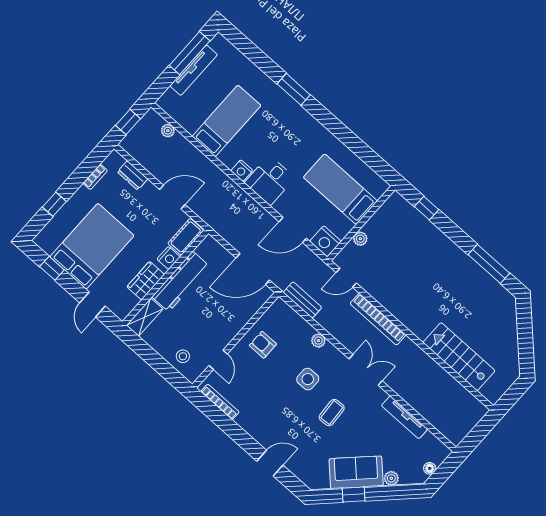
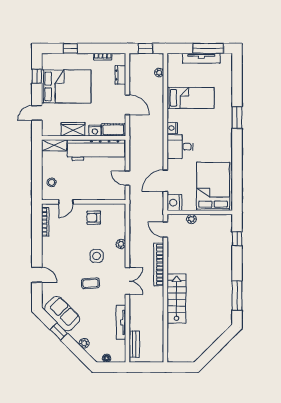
bed: (340, 189) -> (213, 186), width x1.50
door: (293, 230) -> (165, 181), hinge flipped
door: (253, 269) -> (127, 178), width x0.53
workbench: (181, 282) -> (96, 150), width x1.36, depth x1.32
bench: (302, 300) -> (134, 344), moved
armchair: (263, 345) -> (94, 218), turned -90
stairs: (459, 357) -> (176, 299), moved
sofa: (356, 472) -> (62, 314), moved

